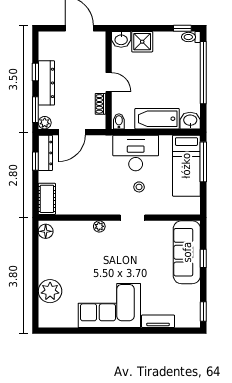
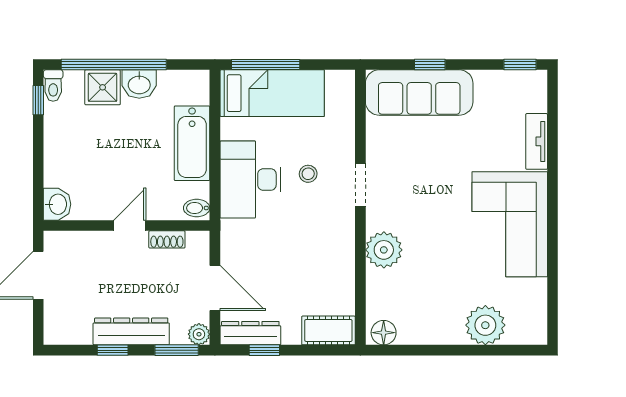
shower: (142, 42) -> (103, 87), moved
washbasin: (190, 121) -> (139, 84), moved, turned -90
plant: (99, 226) -> (384, 250), width x1.87, depth x1.87

